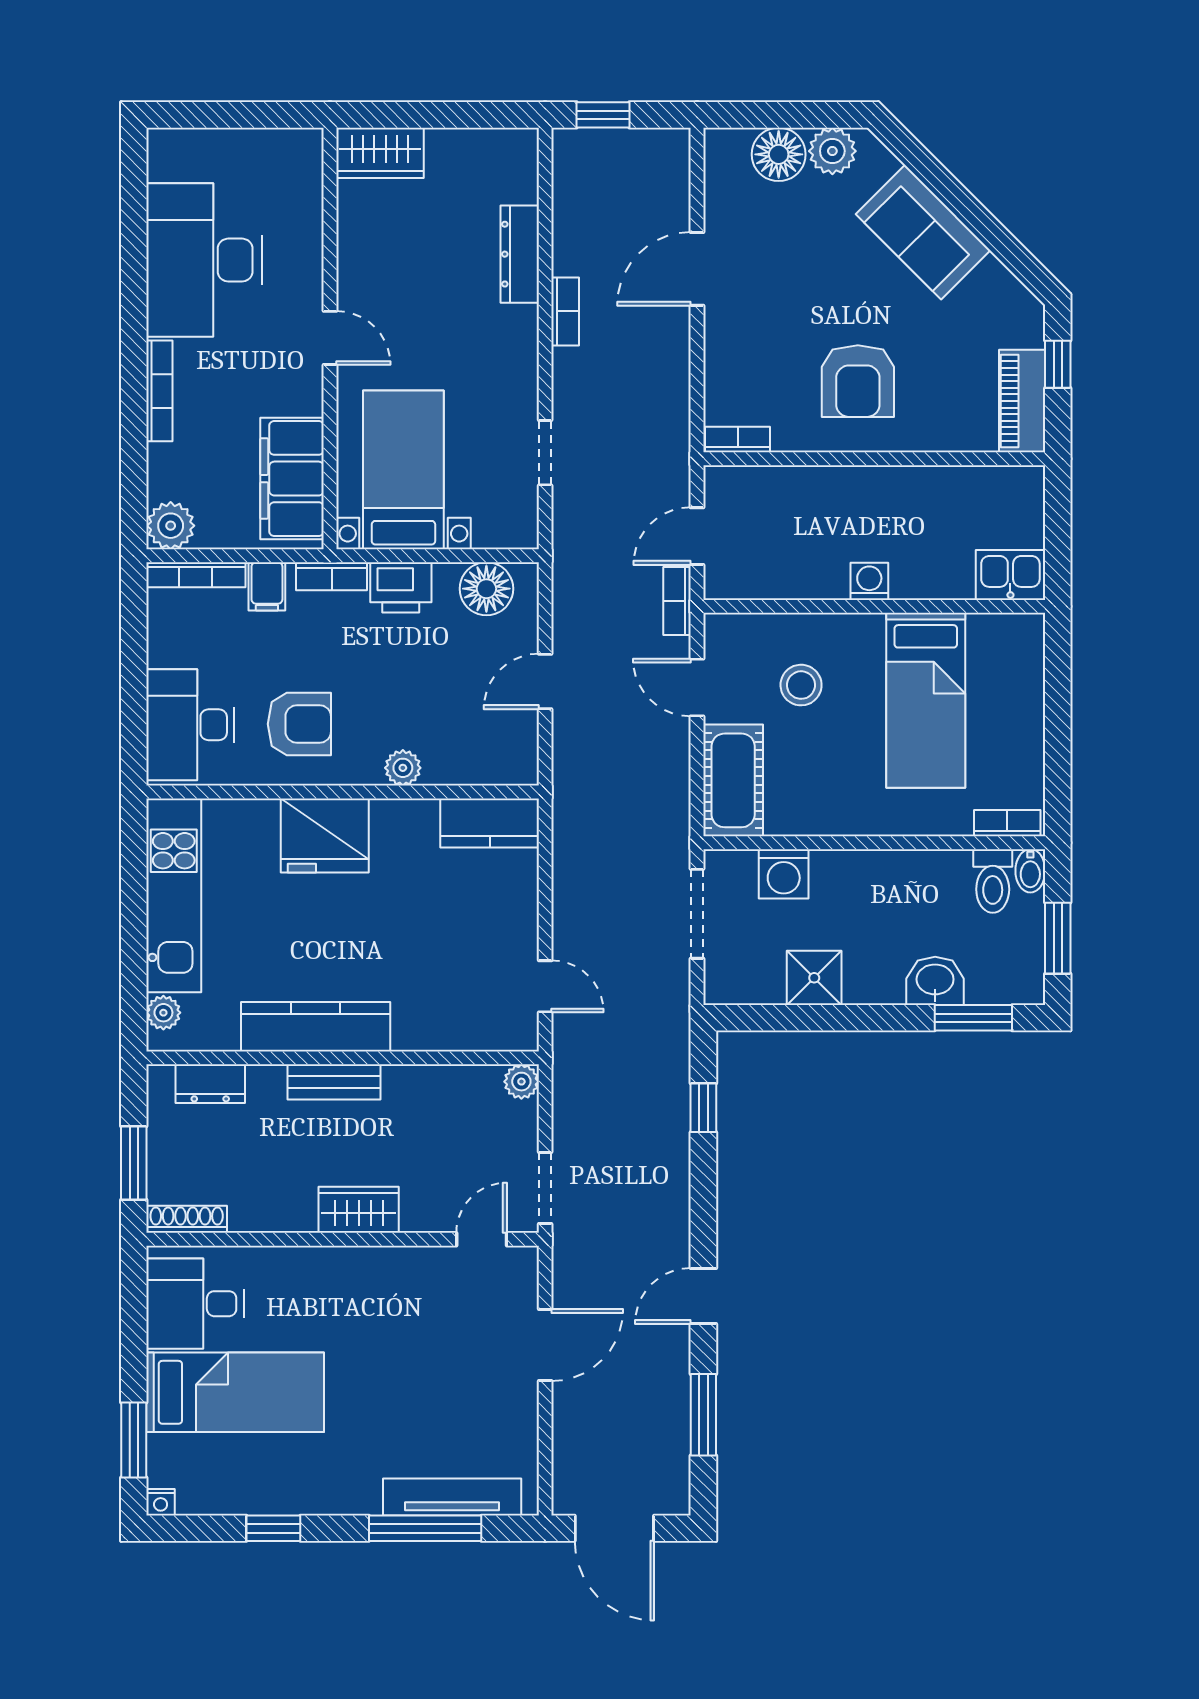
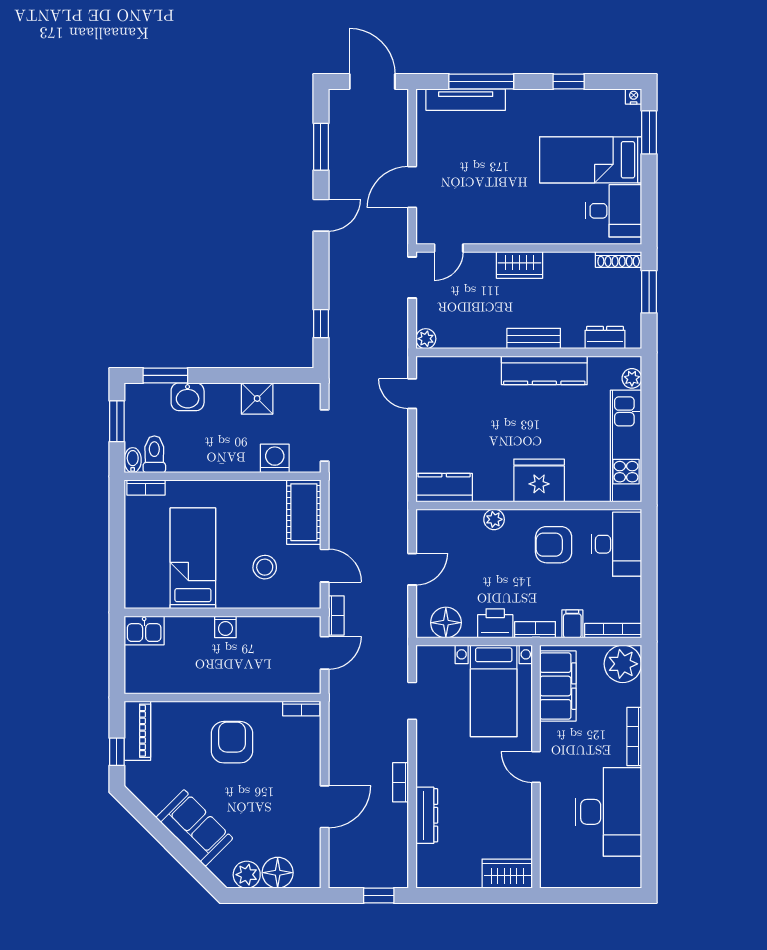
plant: (171, 526) -> (623, 664), width x1.36, depth x1.36

